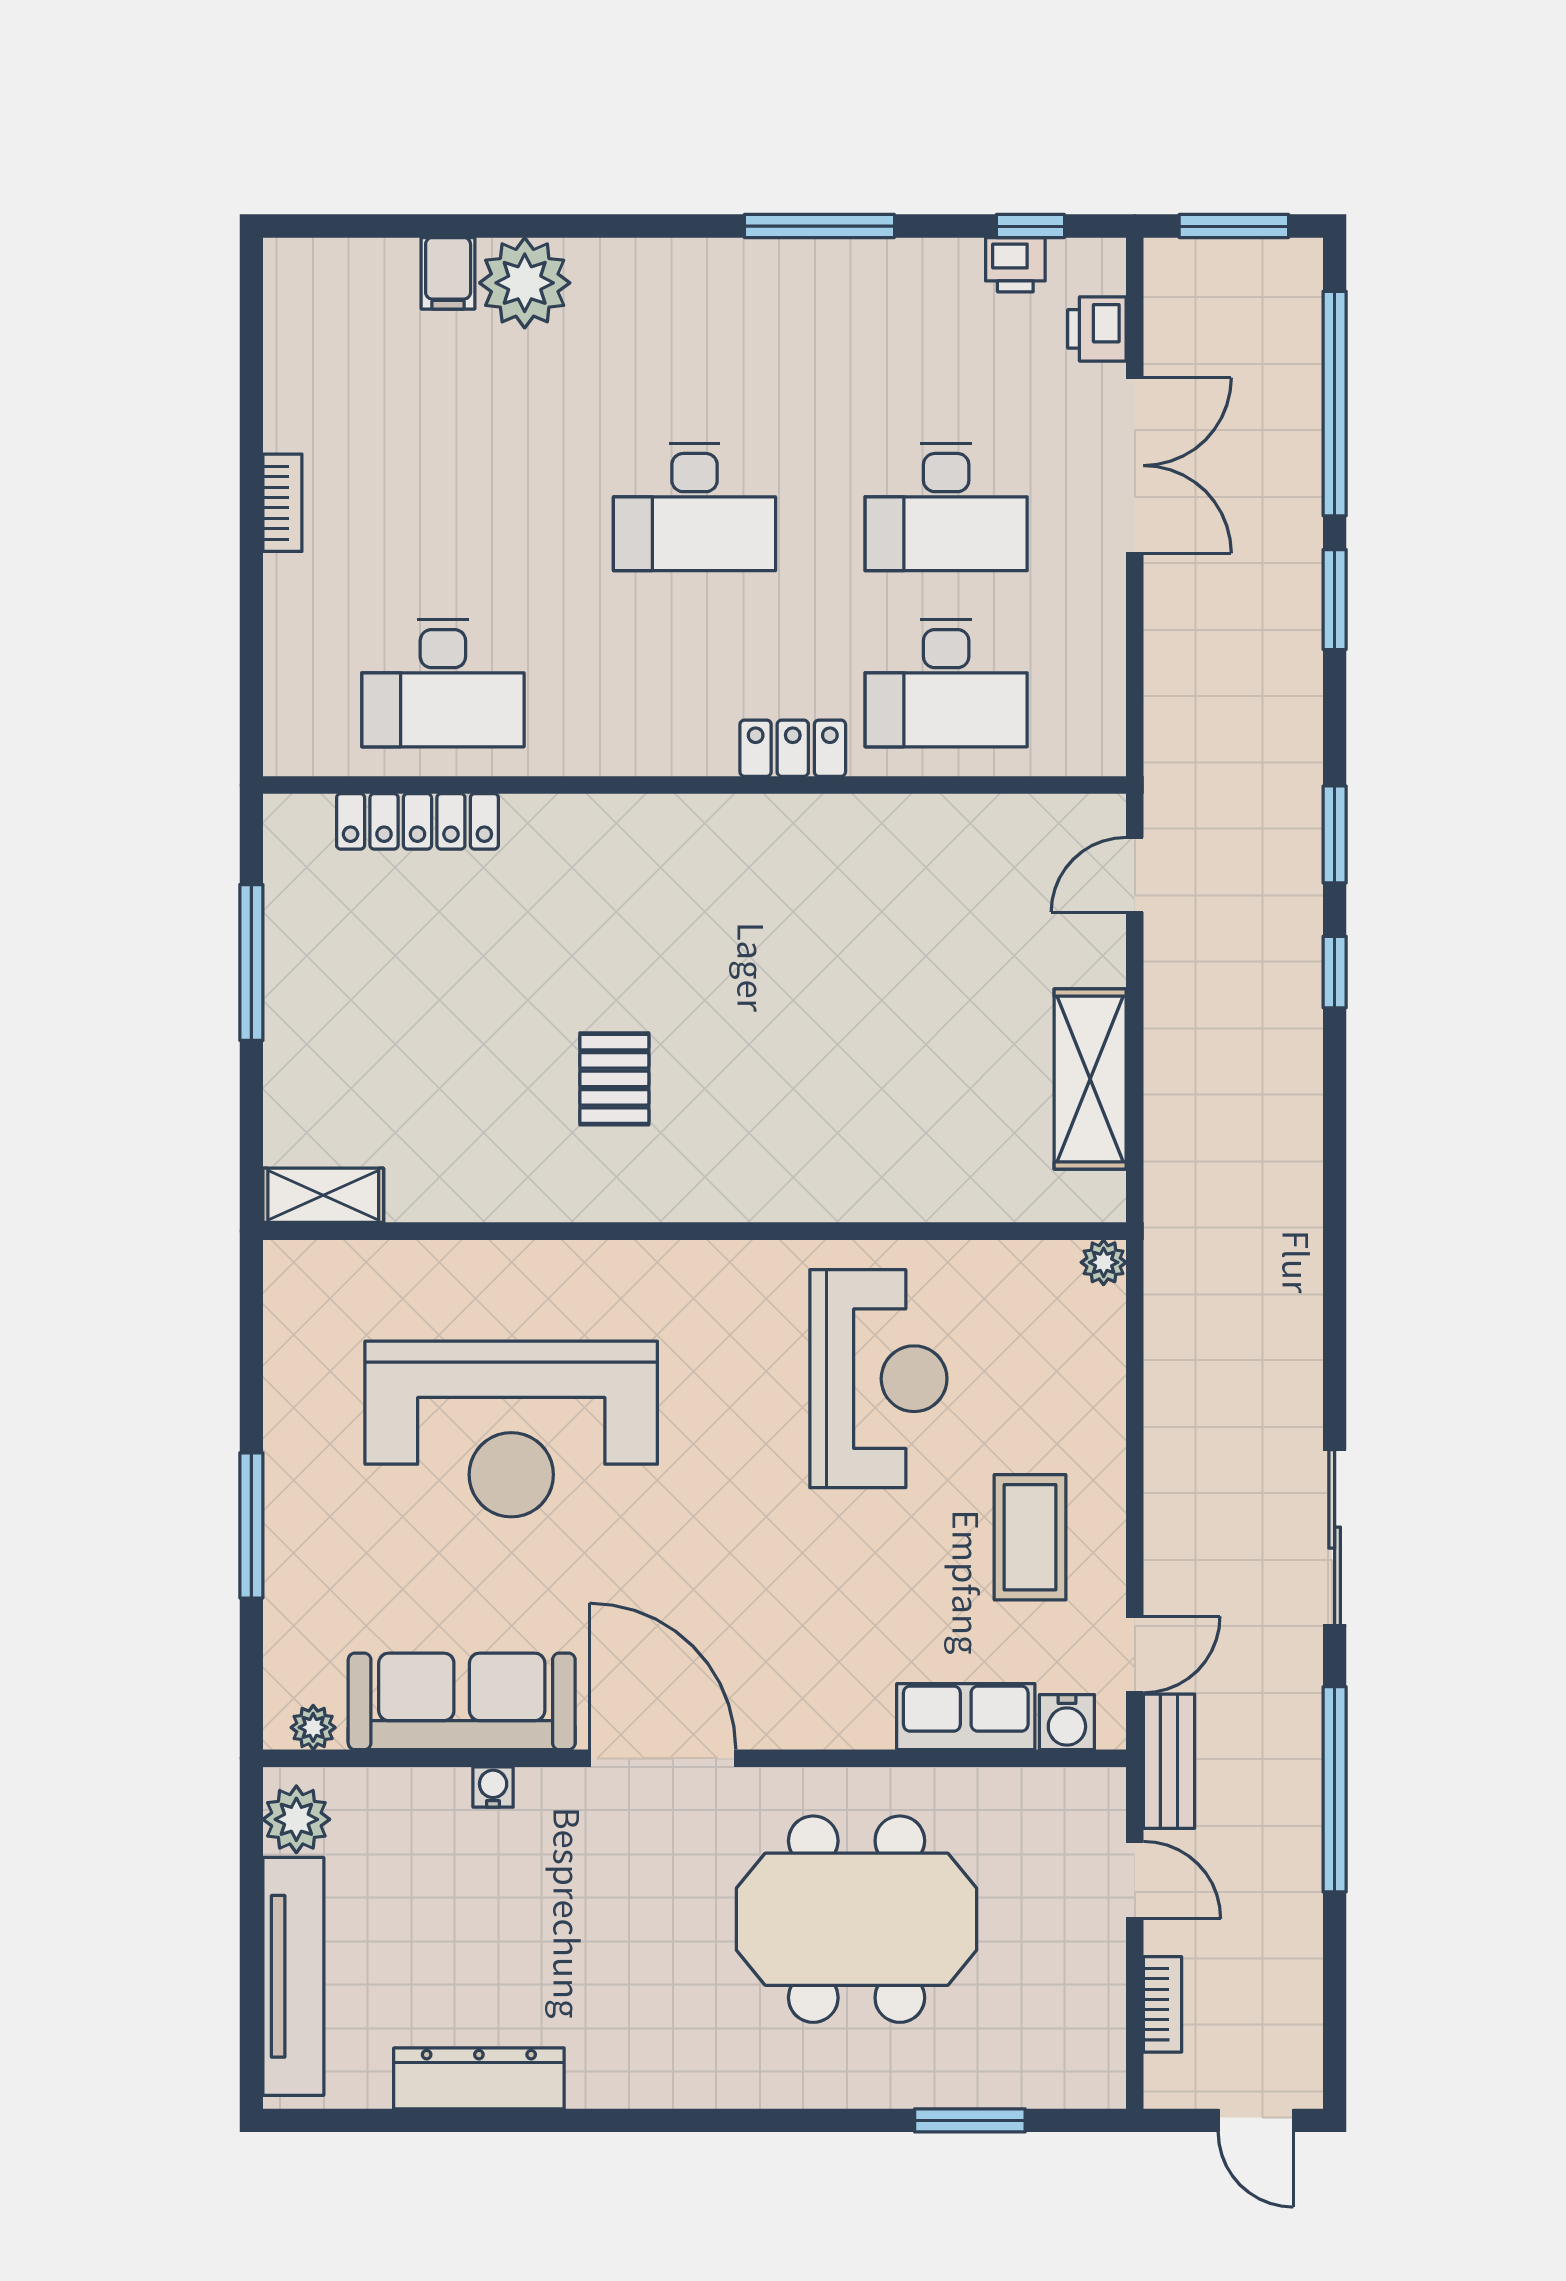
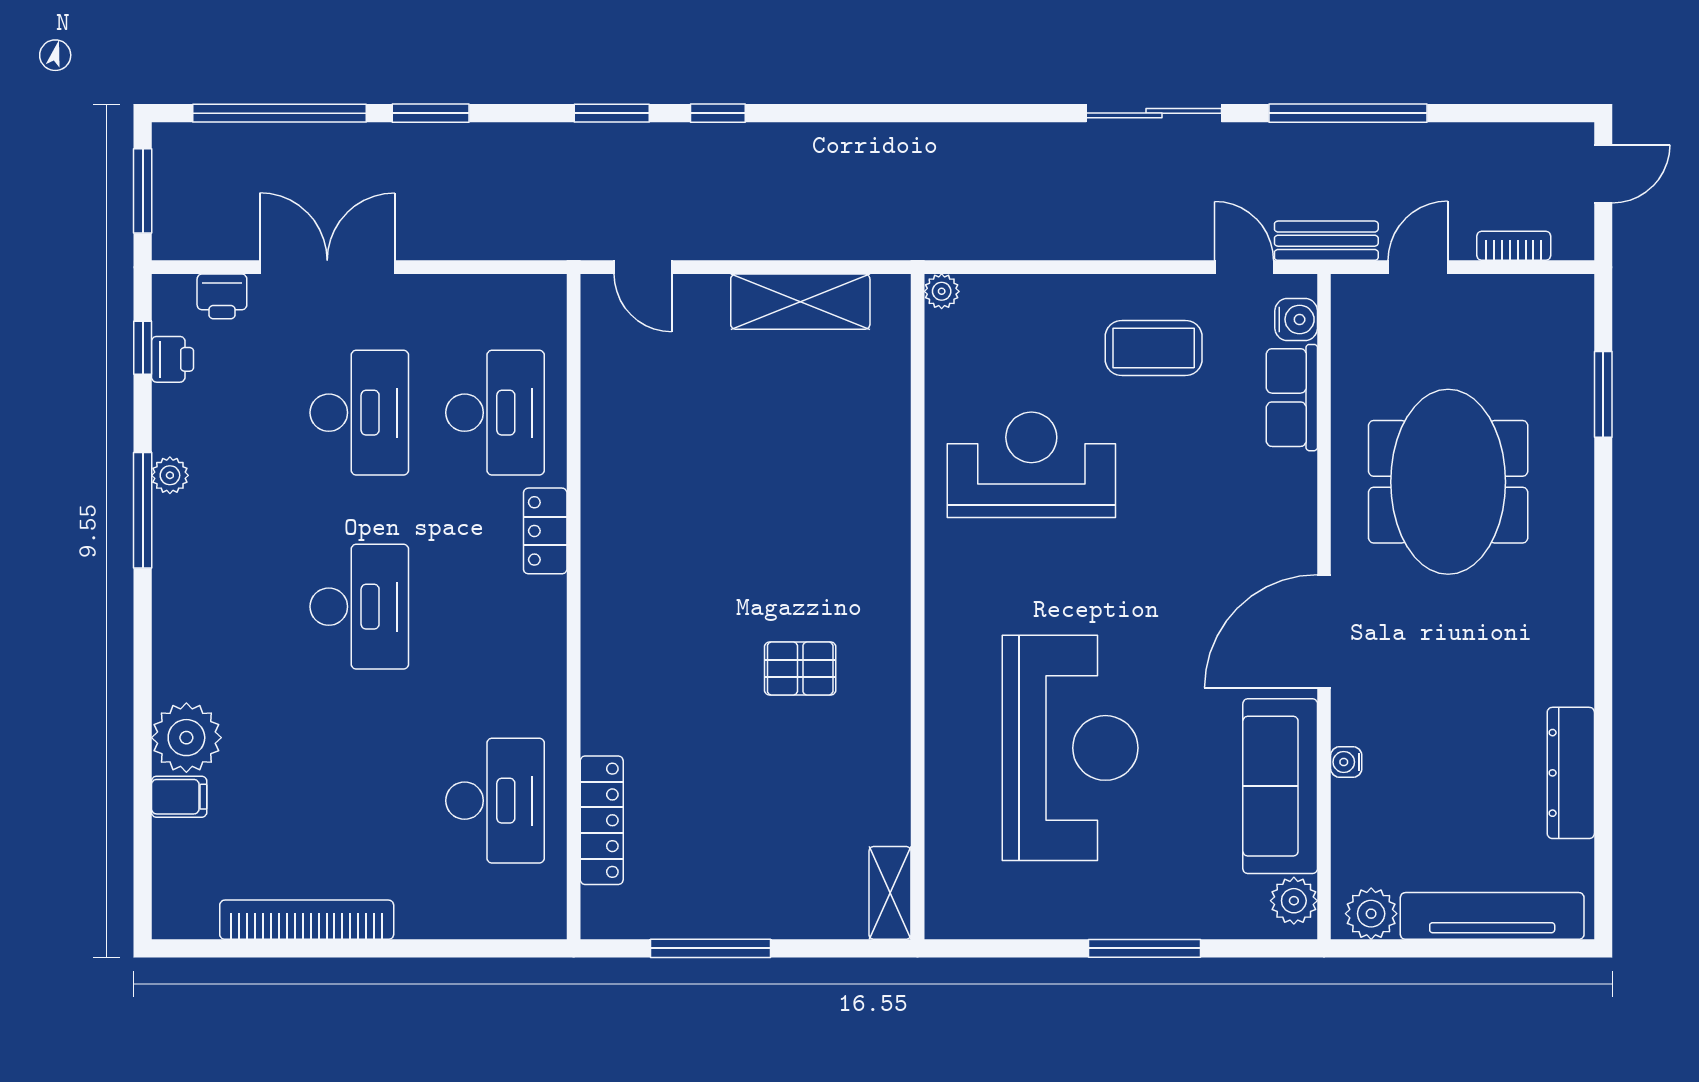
plant: (865, 261) -> (170, 475), added
bookcase: (282, 503) -> (307, 920), width x2.31, depth x1.31
plant: (313, 1727) -> (1294, 901), width x1.38, depth x1.38

